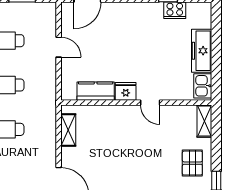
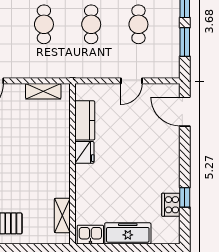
door: (150, 103) -> (72, 178), removed
shelving: (204, 121) -> (62, 215), moved, turned 90

